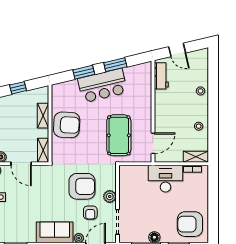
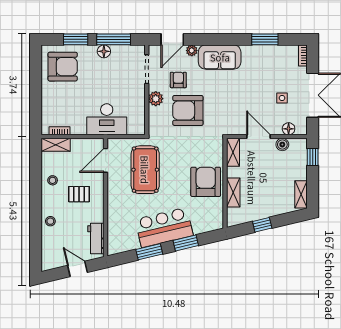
pallet: (176, 114) -> (79, 194), added
armchair: (67, 125) -> (206, 182), turned 87
desk: (165, 179) -> (107, 119), moved

